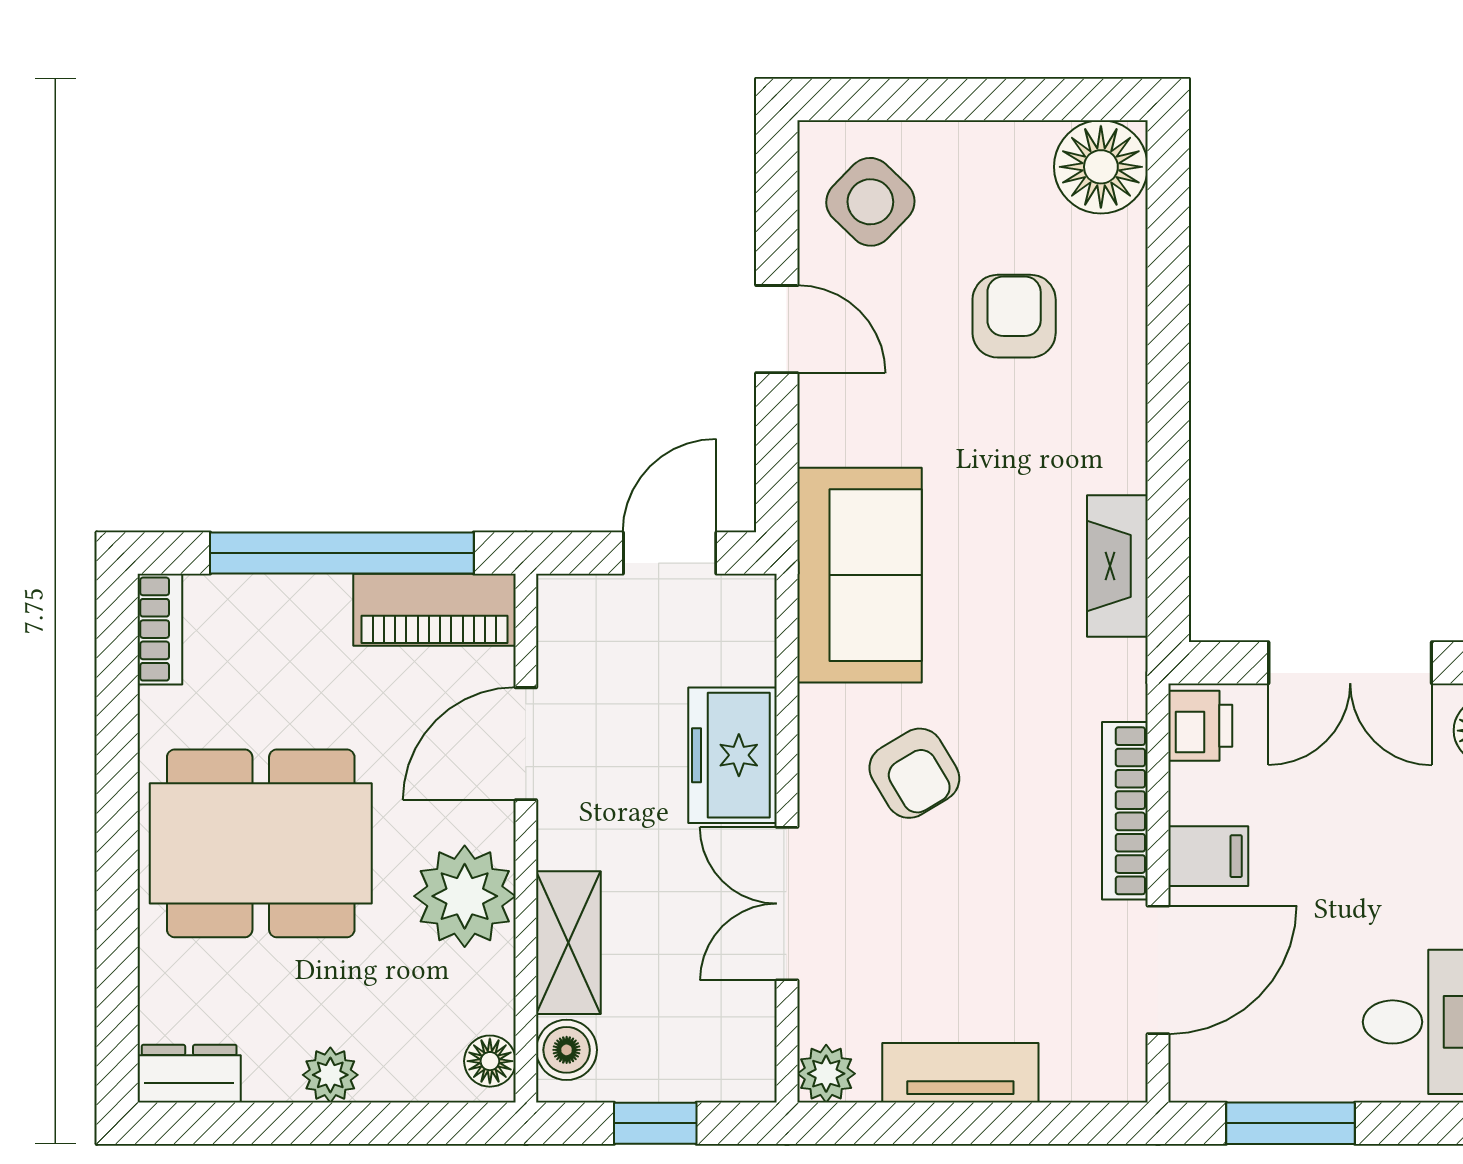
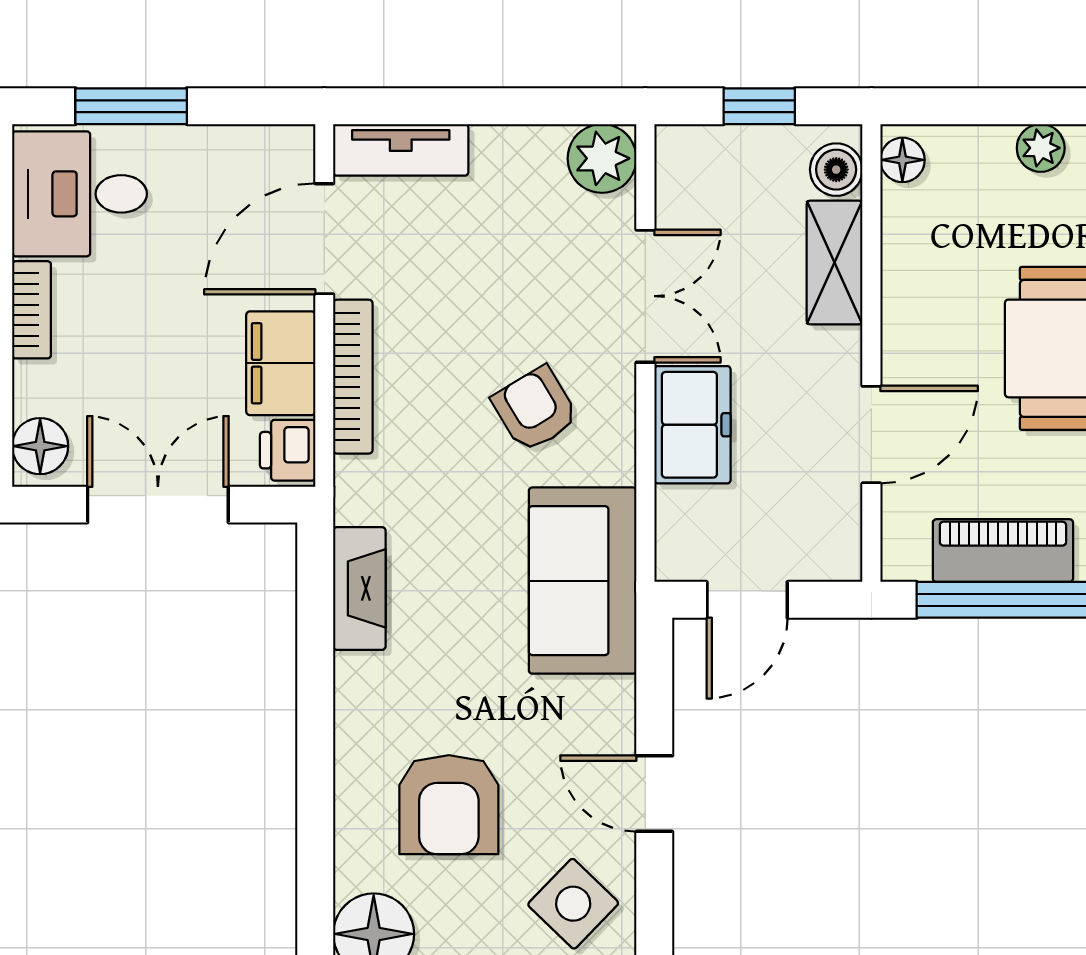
armchair: (1014, 316) -> (449, 805), width x1.38, depth x1.38
piano: (434, 610) -> (1003, 551), moved
filing cabinet: (1208, 856) -> (281, 363), width x2.00
plant: (465, 896) -> (924, 303), removed
tv unit: (960, 1073) -> (401, 150), moved
plant: (826, 1074) -> (602, 158), width x1.38, depth x1.38
window: (1291, 1123) -> (131, 106), moved

